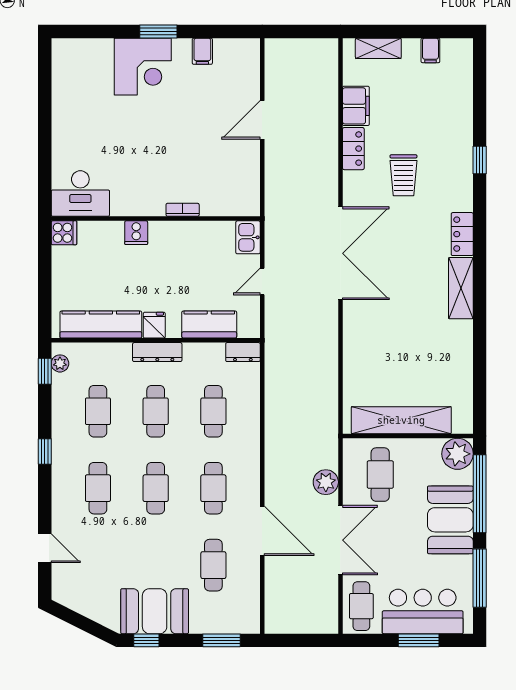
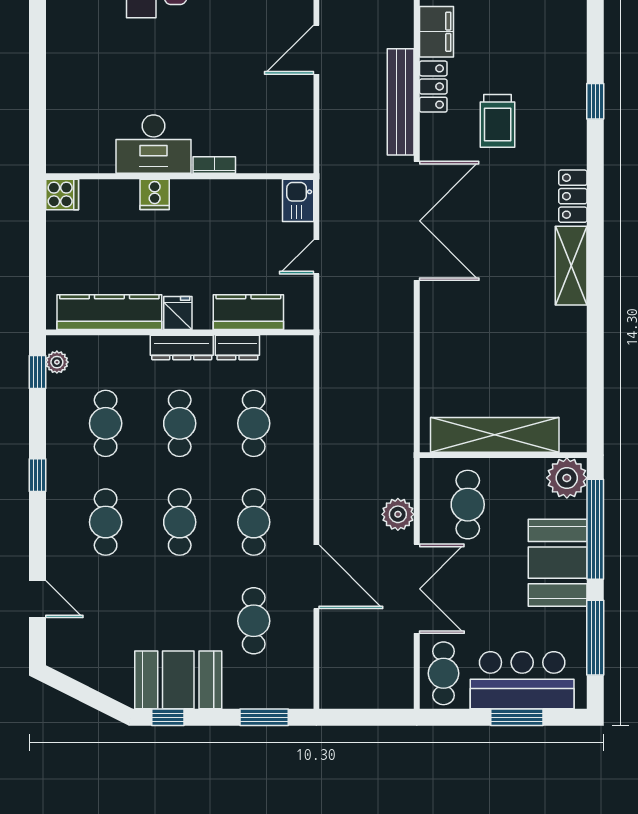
bench: (328, 161) -> (401, 102), added
desk: (80, 193) -> (154, 144), moved
dresser: (243, 352) -> (237, 348), moved

